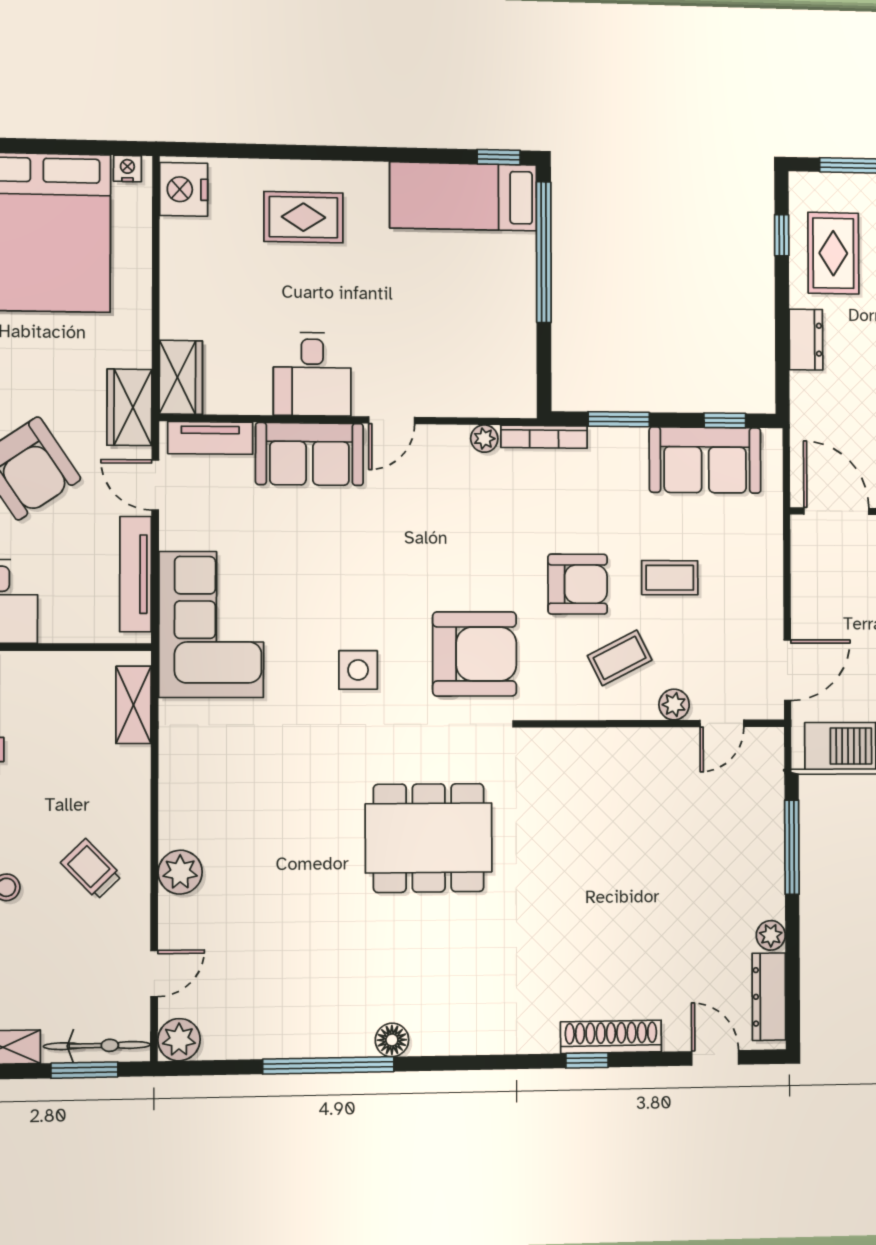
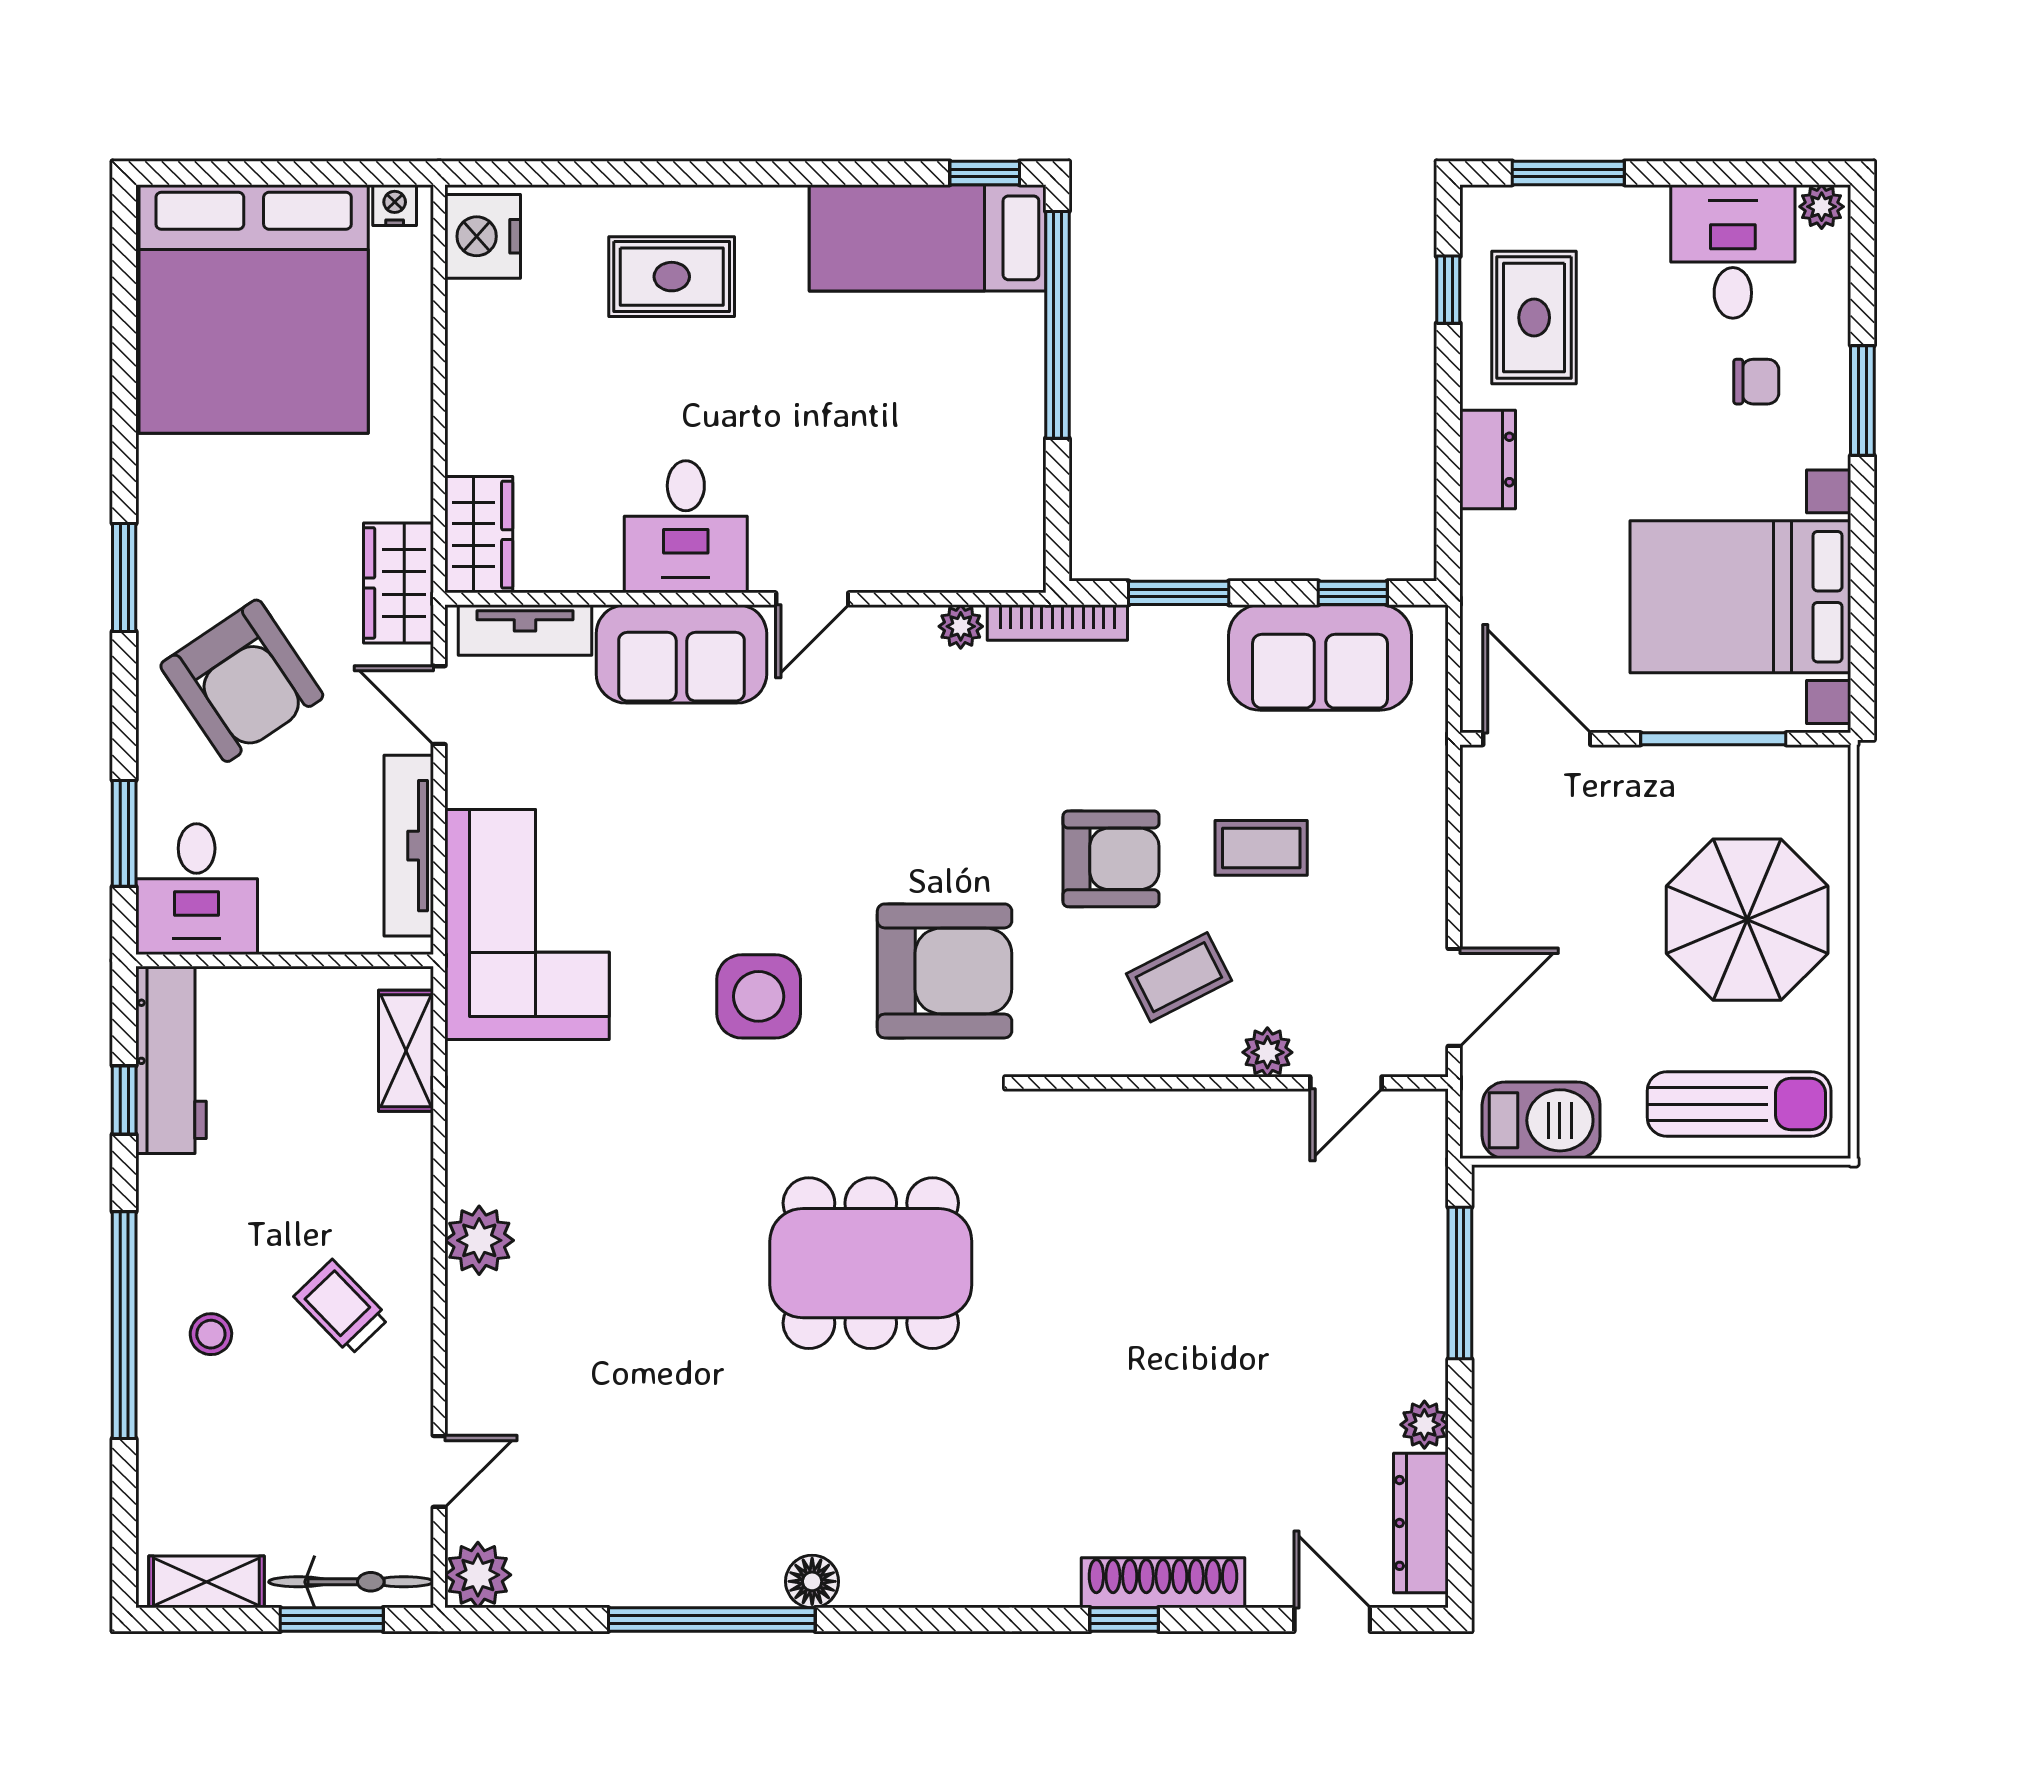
side table: (358, 670) -> (759, 996), width x1.37, depth x1.37
plant: (180, 872) -> (479, 1240), moved

